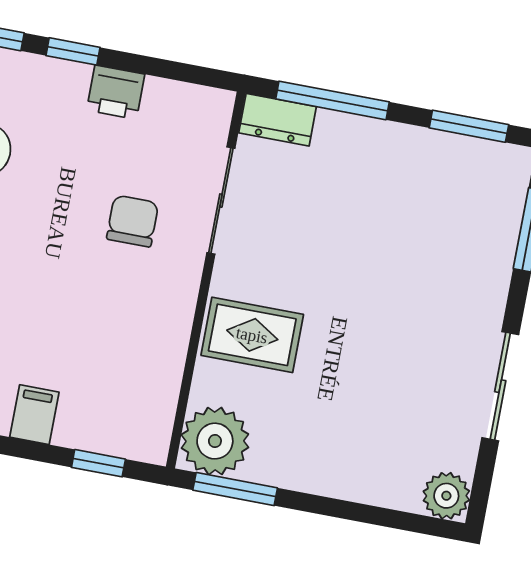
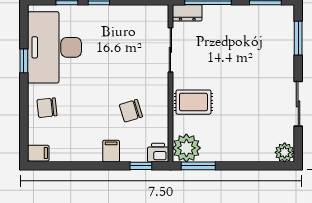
printer: (116, 92) -> (158, 153), moved, turned 180
chair: (133, 221) -> (131, 111), moved, turned -107

